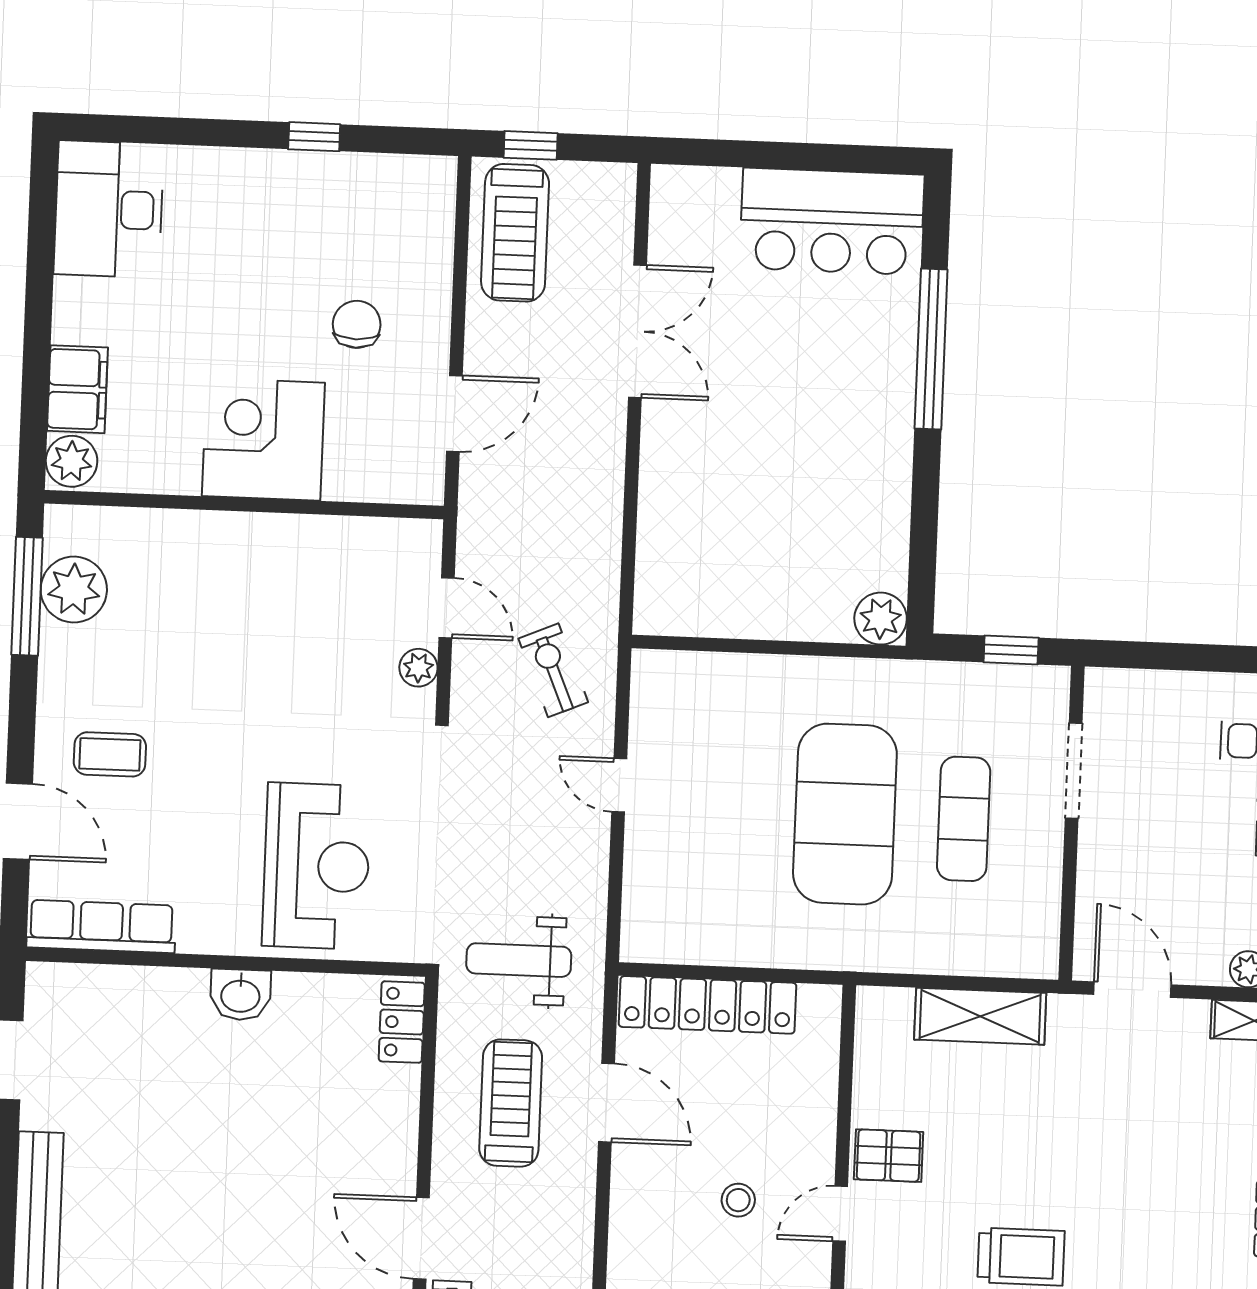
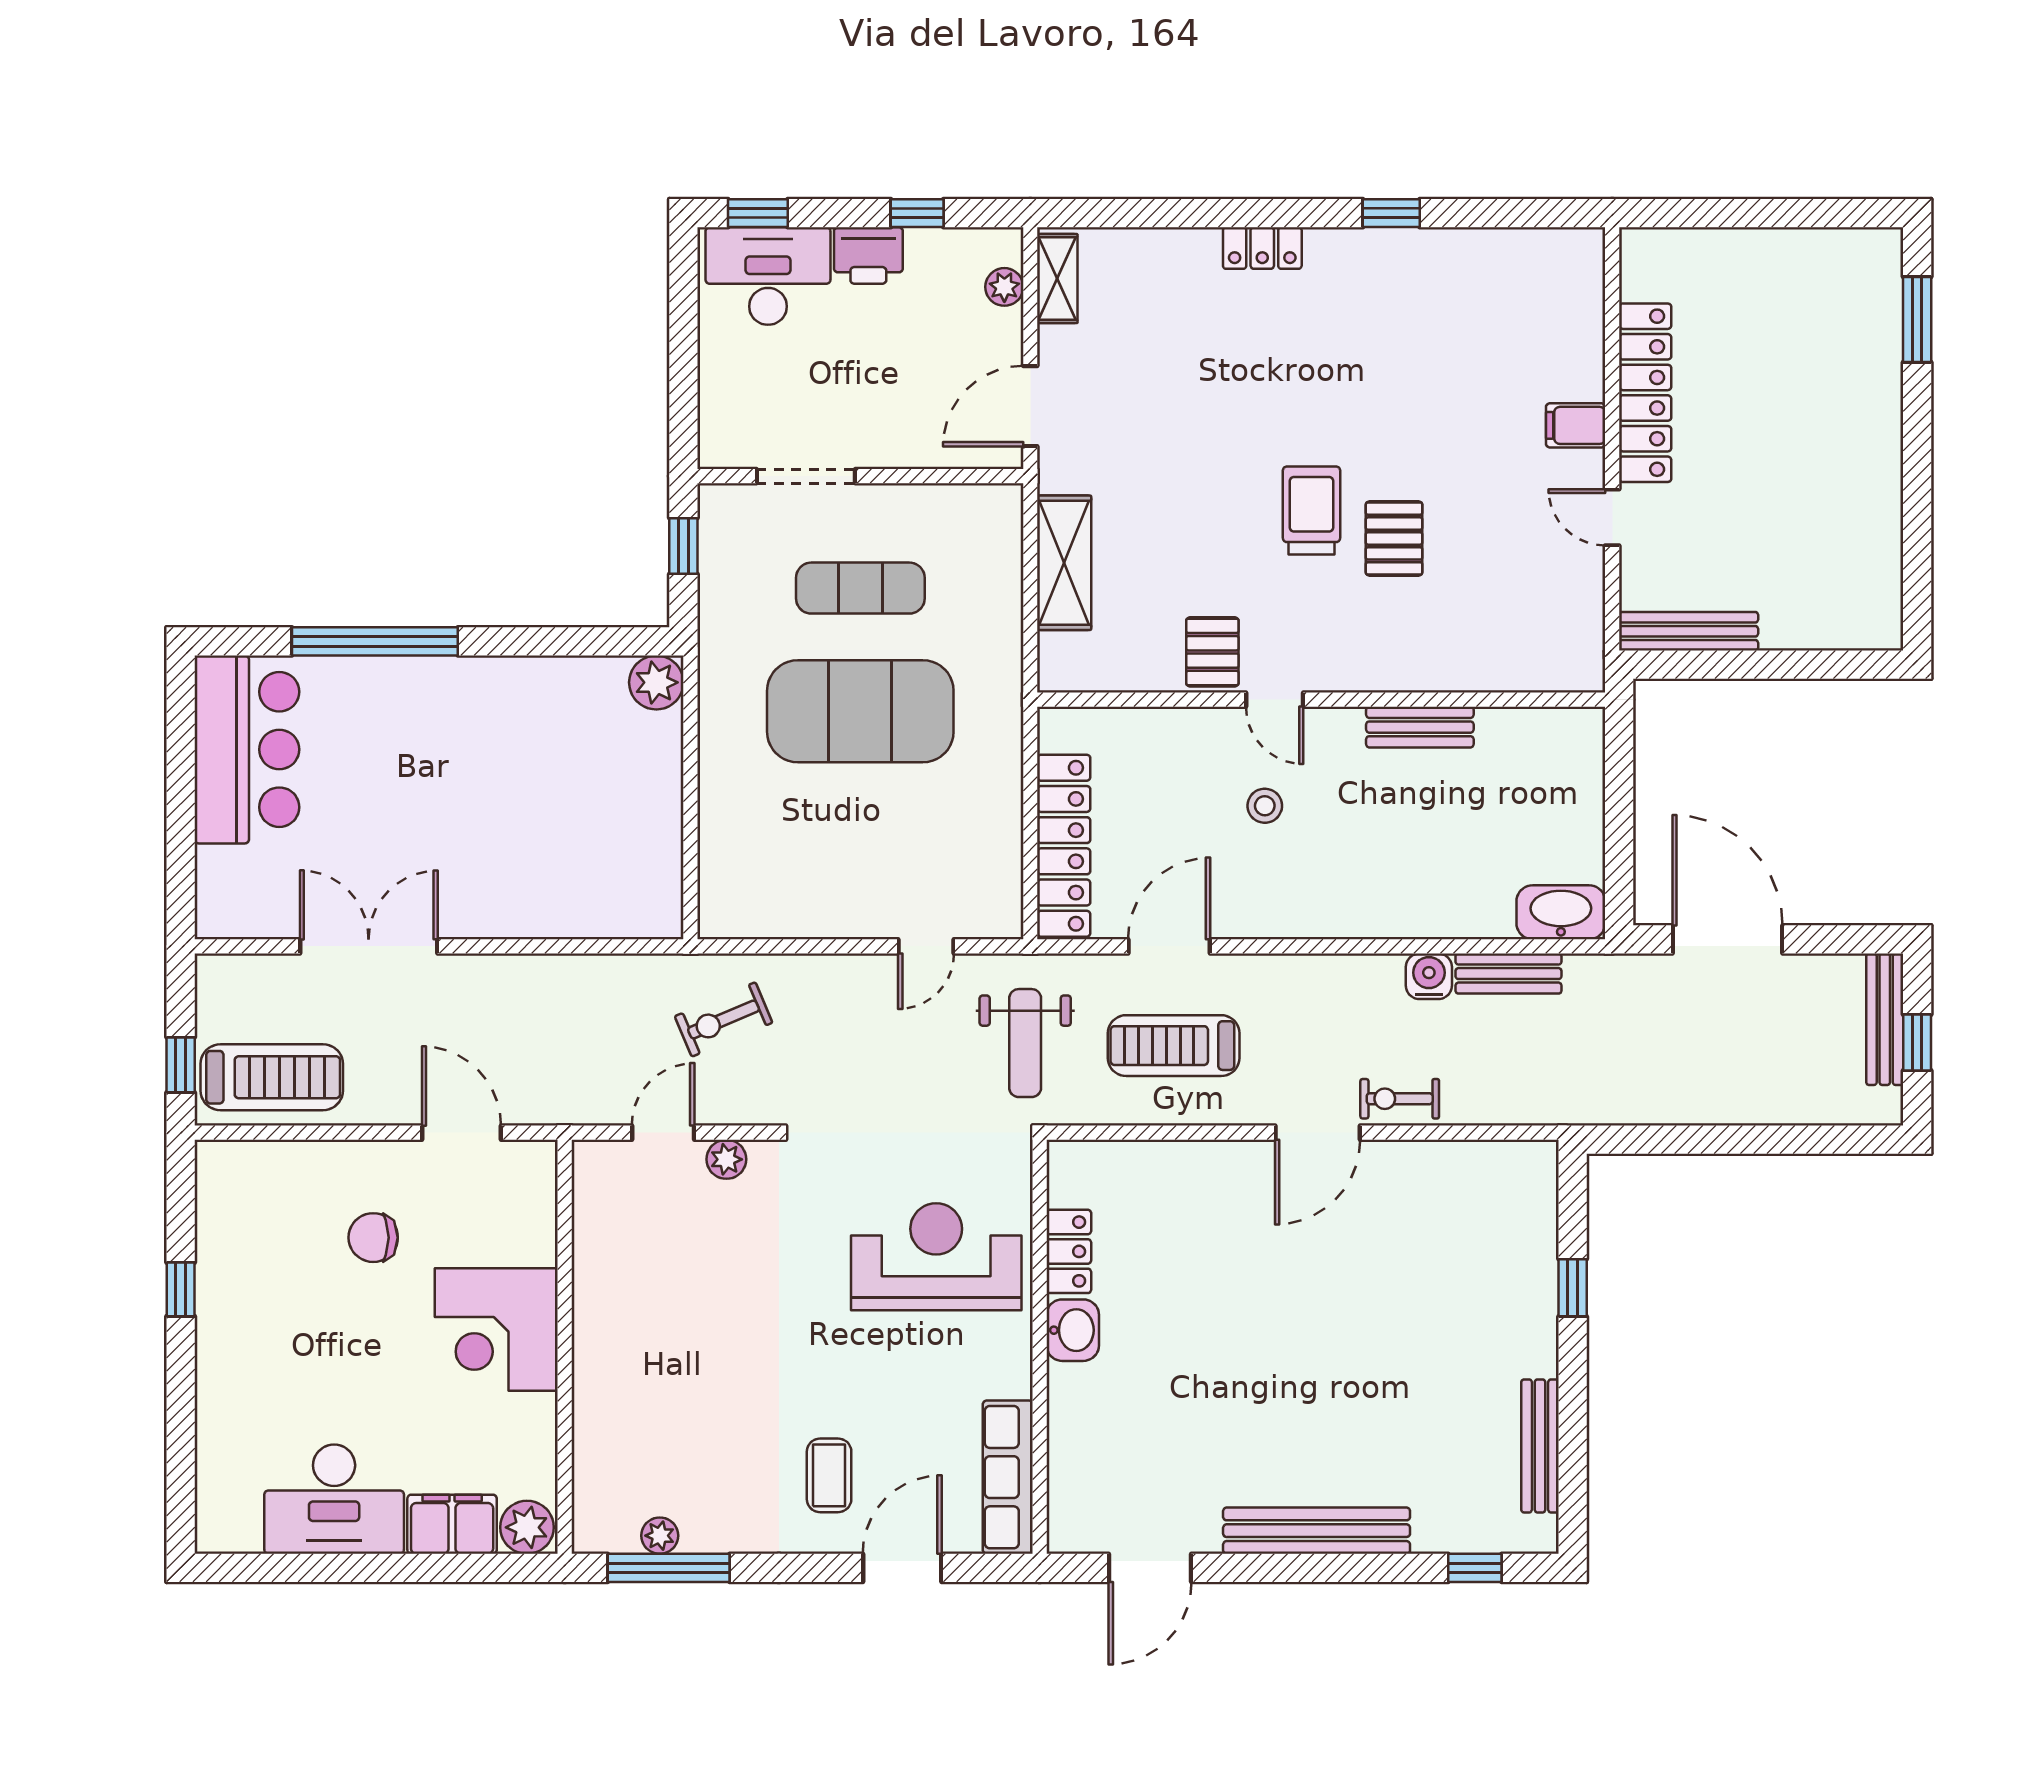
desk: (109, 209) -> (334, 1499), moved
plant: (74, 590) -> (660, 1536), width x0.53, depth x0.53
door: (619, 785) -> (926, 946), moved
locker: (402, 1022) -> (1069, 1251), moved, turned -90

